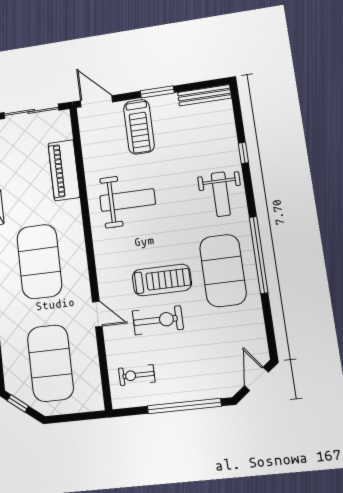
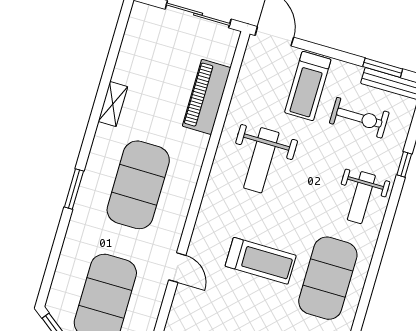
window: (157, 92) -> (383, 68), moved
weight bench: (128, 200) -> (261, 160), turned 90
window: (259, 255) -> (371, 278), removed
exercise bike: (158, 320) -> (359, 118), moved

